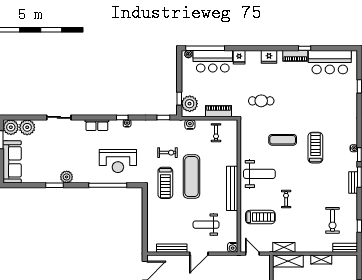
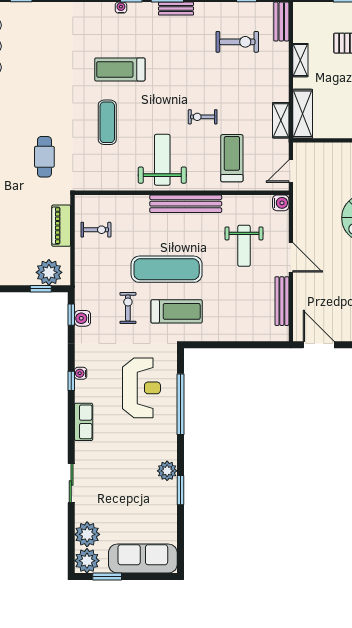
water cooler: (190, 124) -> (83, 318), moved

